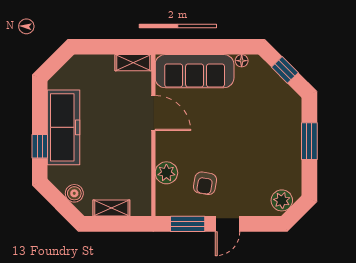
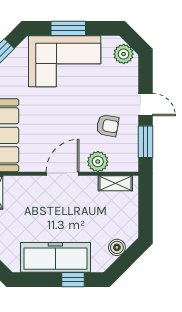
door: (153, 113) -> (63, 174), moved
corner sofa: (274, 137) -> (65, 61), added
shelving: (111, 208) -> (115, 183), moved, turned 90

